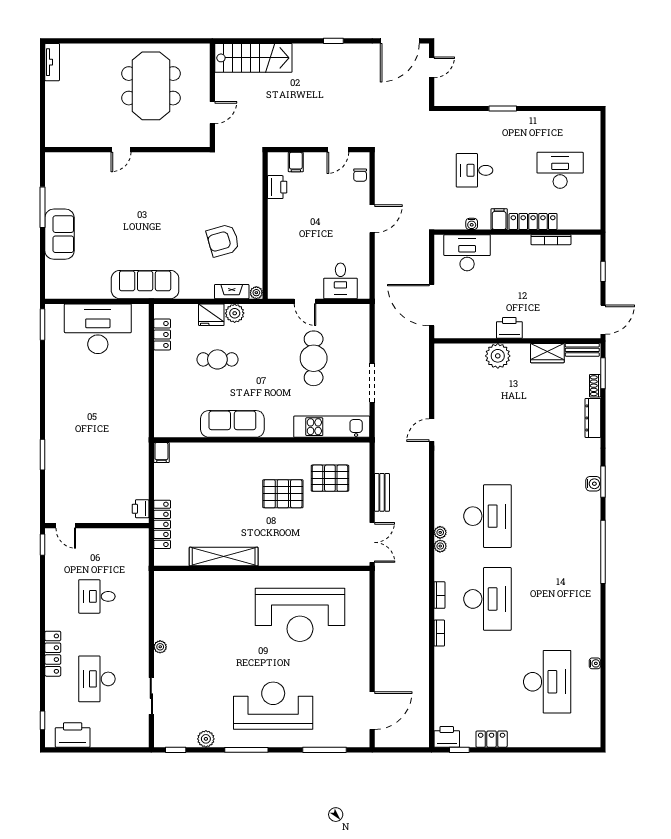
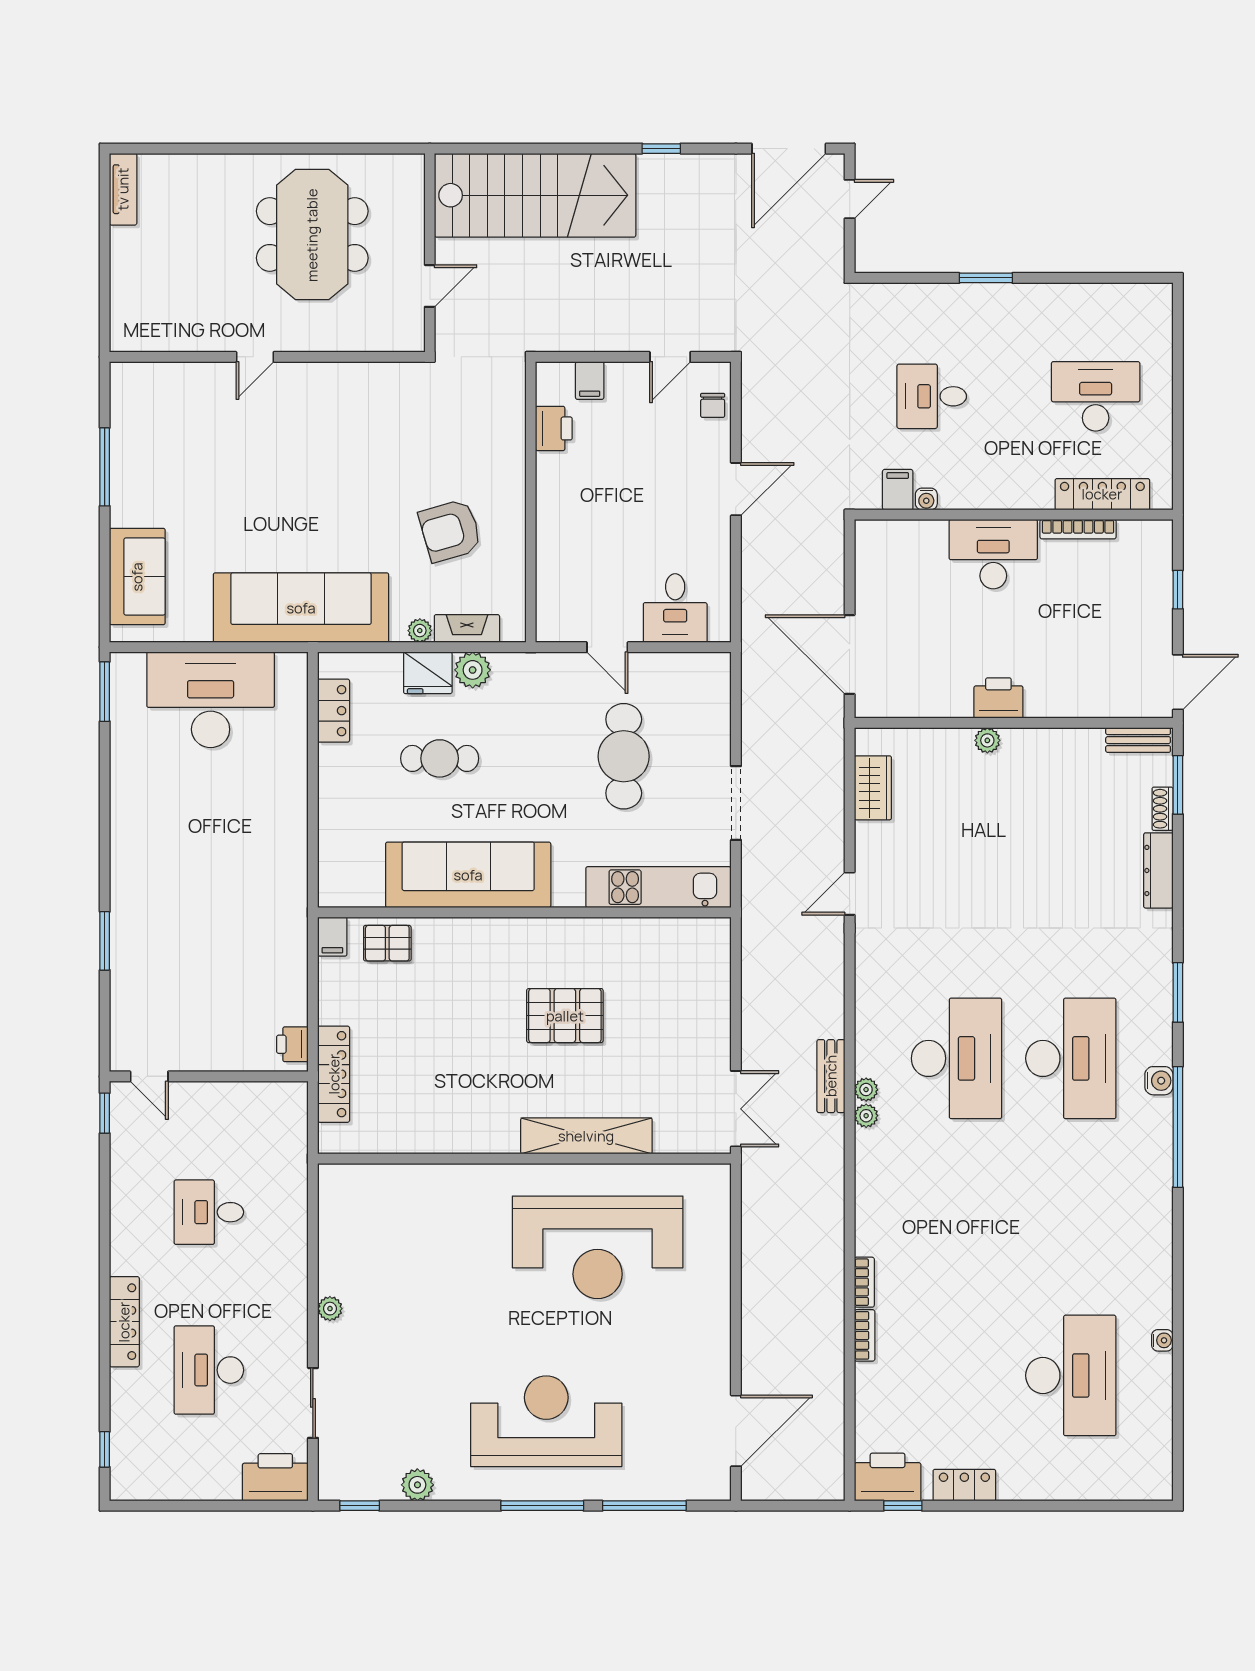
stairs: (253, 58) -> (535, 195), width x1.36, depth x1.51
filing cabinet: (499, 219) -> (898, 490), moved
locker: (533, 221) -> (1102, 494), moved
sofa: (60, 234) -> (137, 577), moved
desk: (467, 253) -> (993, 554), moved
sofa: (145, 285) -> (301, 608), width x1.36, depth x1.27
plant: (256, 293) -> (420, 631), moved
wardrobe: (547, 353) -> (873, 788), moved, turned -90
plant: (498, 356) -> (987, 740), width x0.53, depth x0.53
sofa: (232, 424) -> (468, 875), width x1.36, depth x1.27
pallet: (330, 478) -> (387, 943), moved, width x0.67, depth x0.71
water cooler: (593, 484) -> (1159, 1081), moved
bench: (382, 492) -> (831, 1076), moved
shelving: (224, 557) -> (586, 1136), moved
bookcase: (439, 595) -> (865, 1335), moved
desk: (487, 599) -> (1071, 1058), moved
printer: (73, 735) -> (275, 1477), moved
printer: (447, 737) -> (888, 1477), width x1.37, depth x1.19
window: (246, 750) -> (542, 1506), moved

